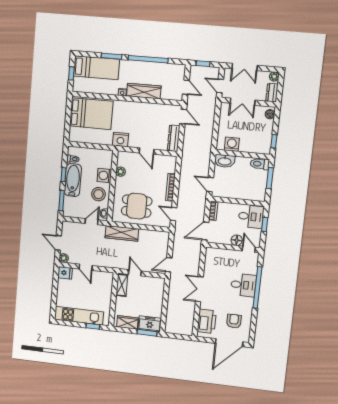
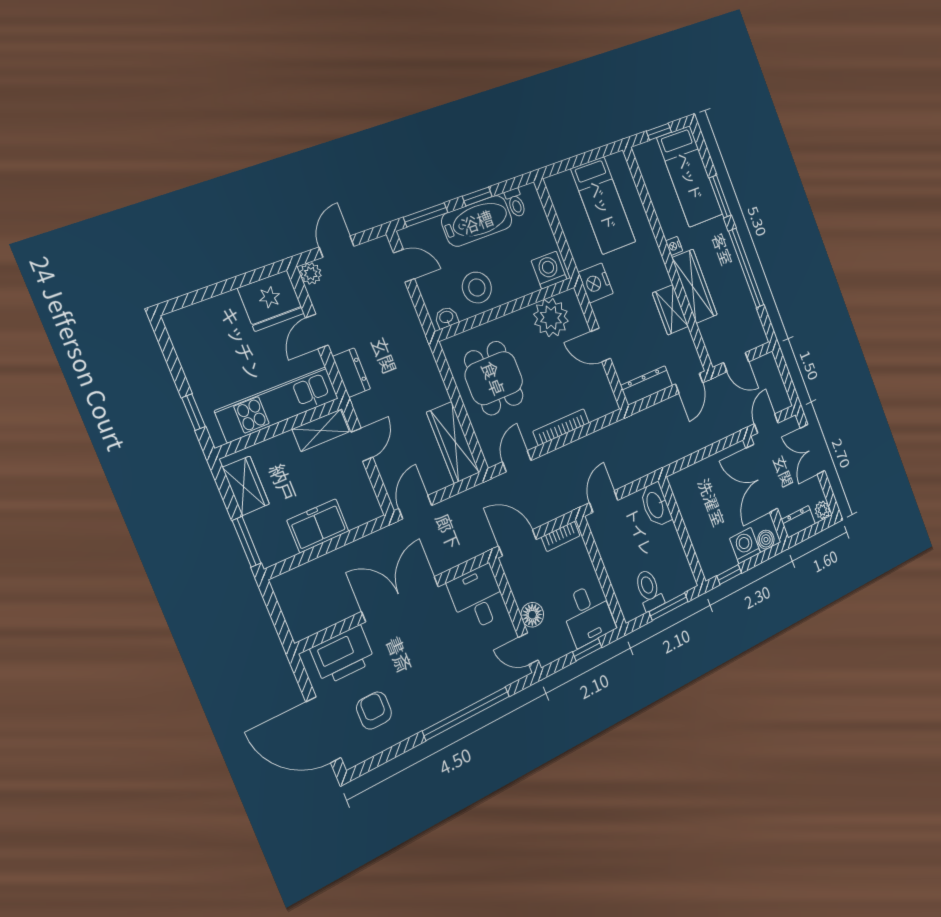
window: (203, 64) -> (784, 372), removed
door: (186, 87) -> (736, 362), hinge flipped
double door: (243, 102) -> (762, 478), width x1.37
wardrobe: (148, 109) -> (670, 310), added
bed: (91, 114) -> (603, 205), width x0.67
washing machine: (232, 144) -> (745, 546), moved, turned -90
door: (147, 151) -> (601, 345), hinge flipped
toilet: (260, 164) -> (649, 590), moved
plant: (121, 172) -> (551, 318), width x1.87, depth x1.87
washing machine: (104, 175) -> (549, 270), moved
door: (92, 222) -> (404, 266), moved
wardrobe: (122, 233) -> (453, 443), moved
door: (249, 249) -> (528, 649), swing flipped
dresser: (107, 262) -> (351, 373), added
door: (169, 265) -> (415, 507), hinge flipped
fridge: (65, 273) -> (271, 301), width x1.88, depth x1.34
desk: (243, 285) -> (478, 598), moved, turned 180
double door: (199, 289) -> (400, 599), width x1.37
kitchen unit: (79, 316) -> (277, 405), moved, turned -90
armchair: (234, 321) -> (374, 710), turned -90
freezer: (150, 324) -> (318, 526), moved, turned -90

